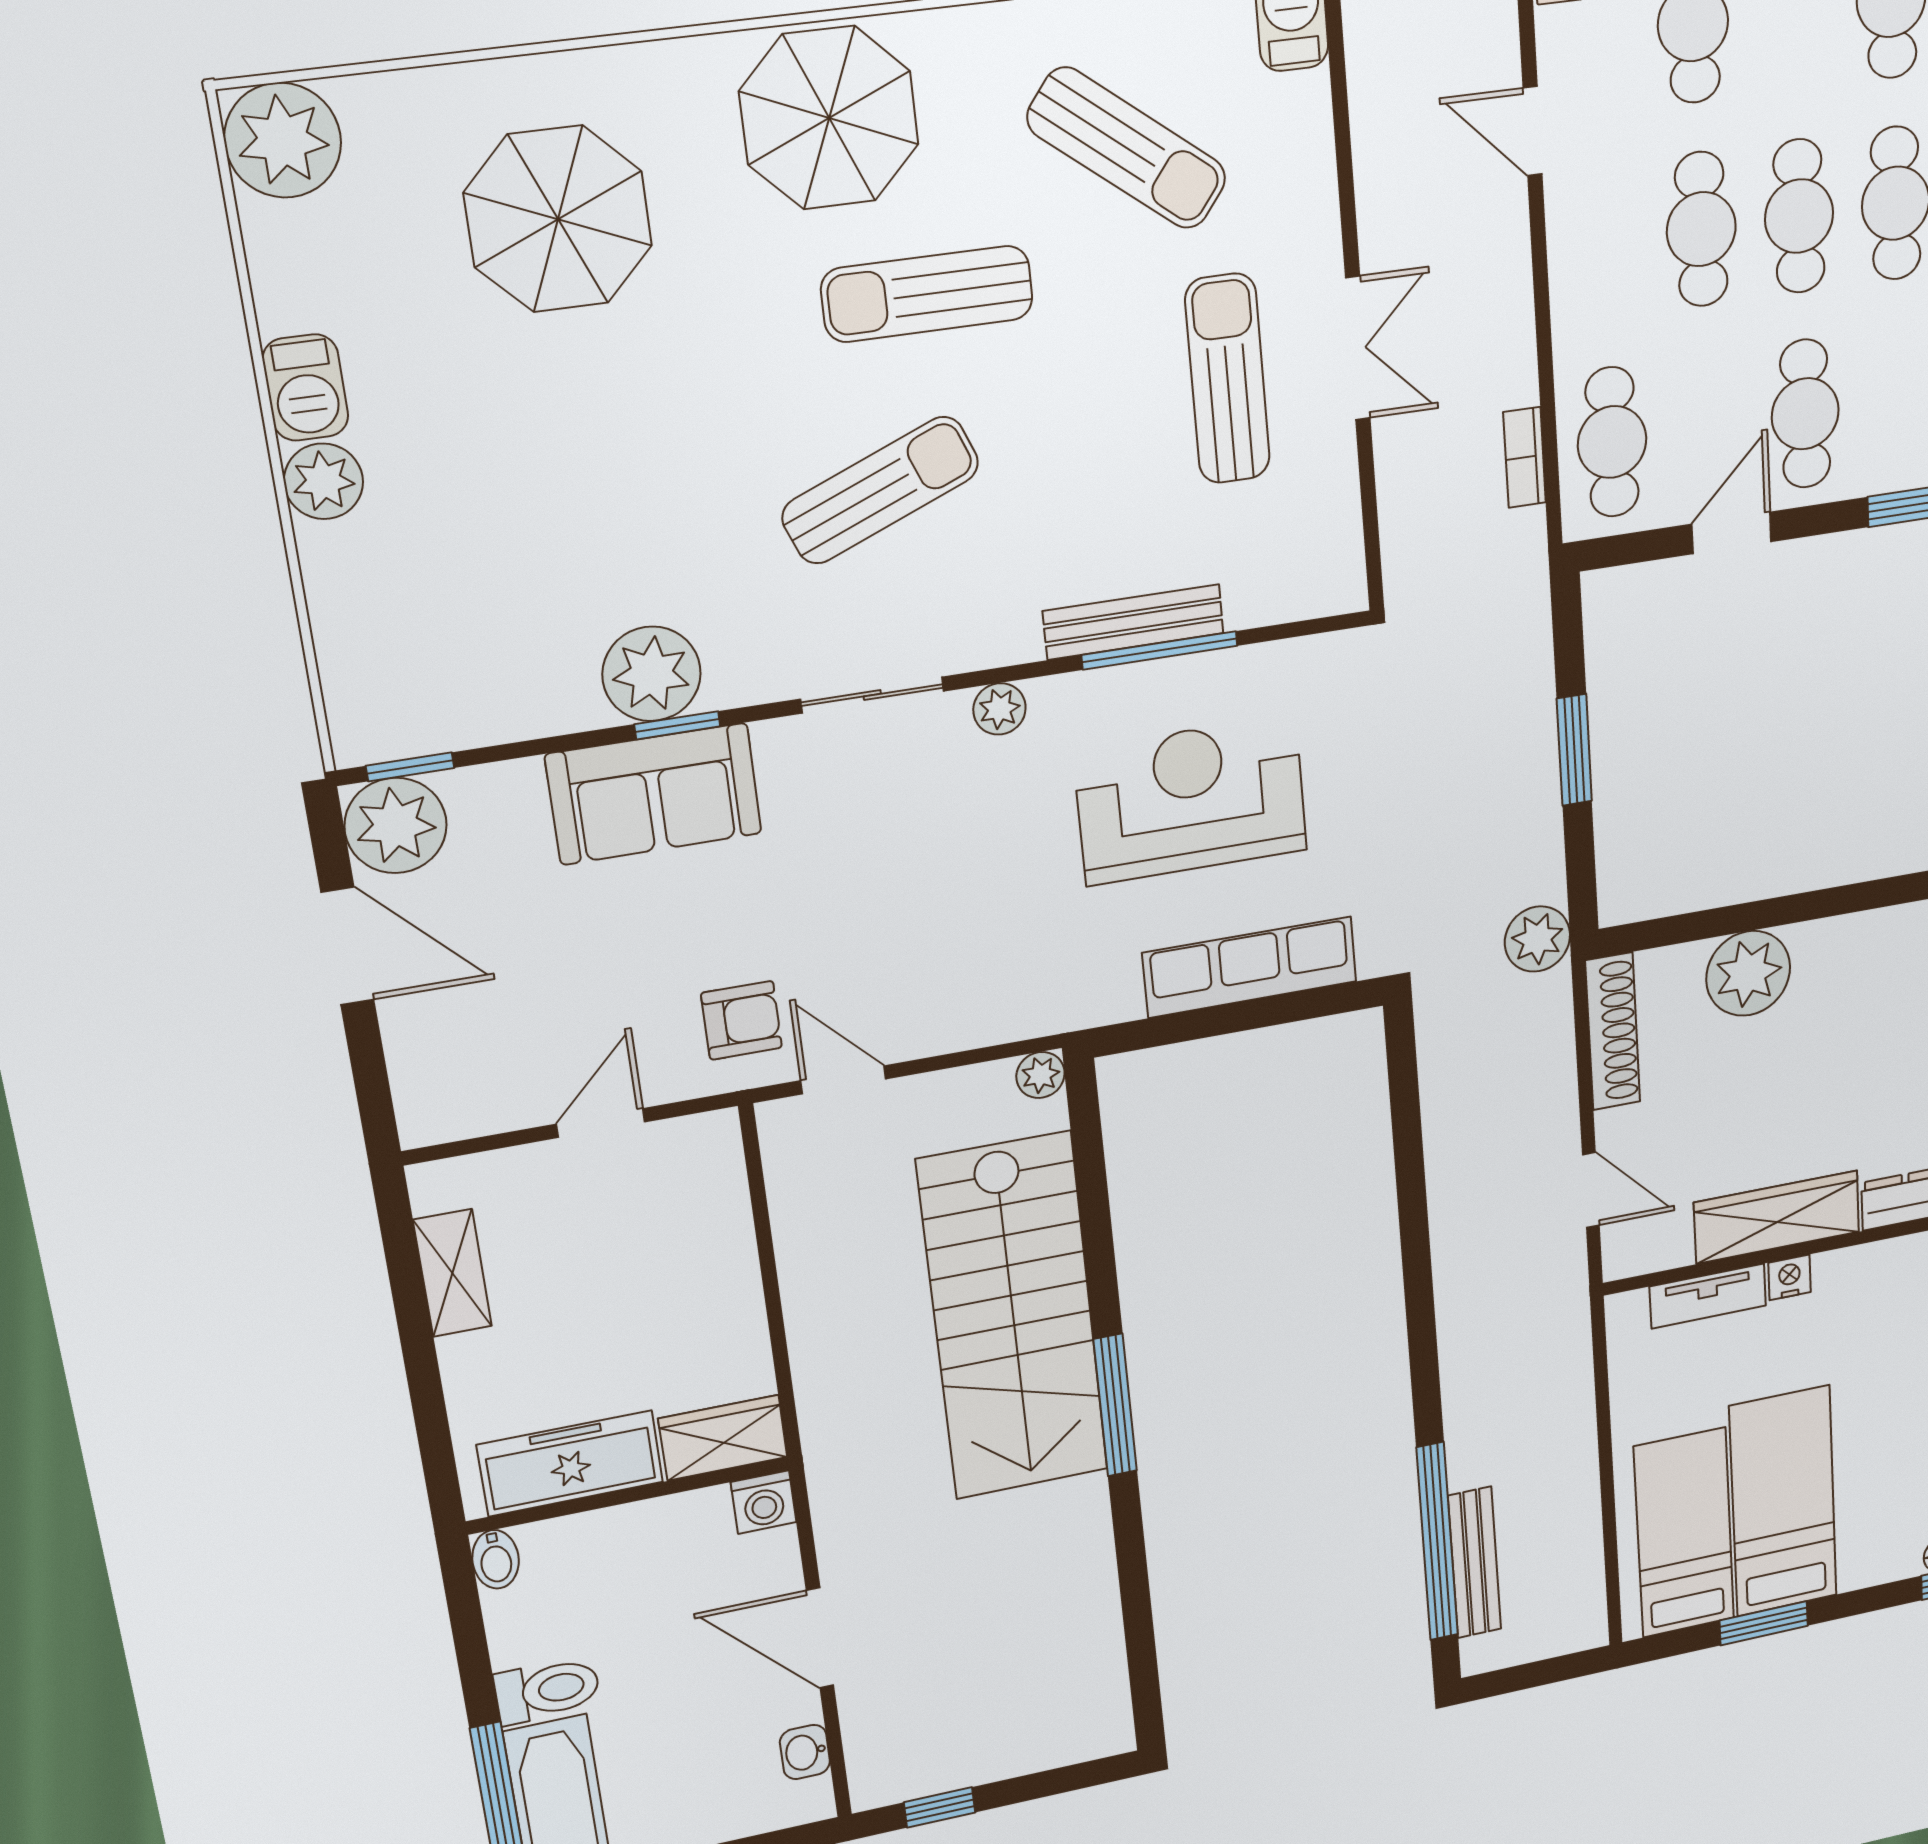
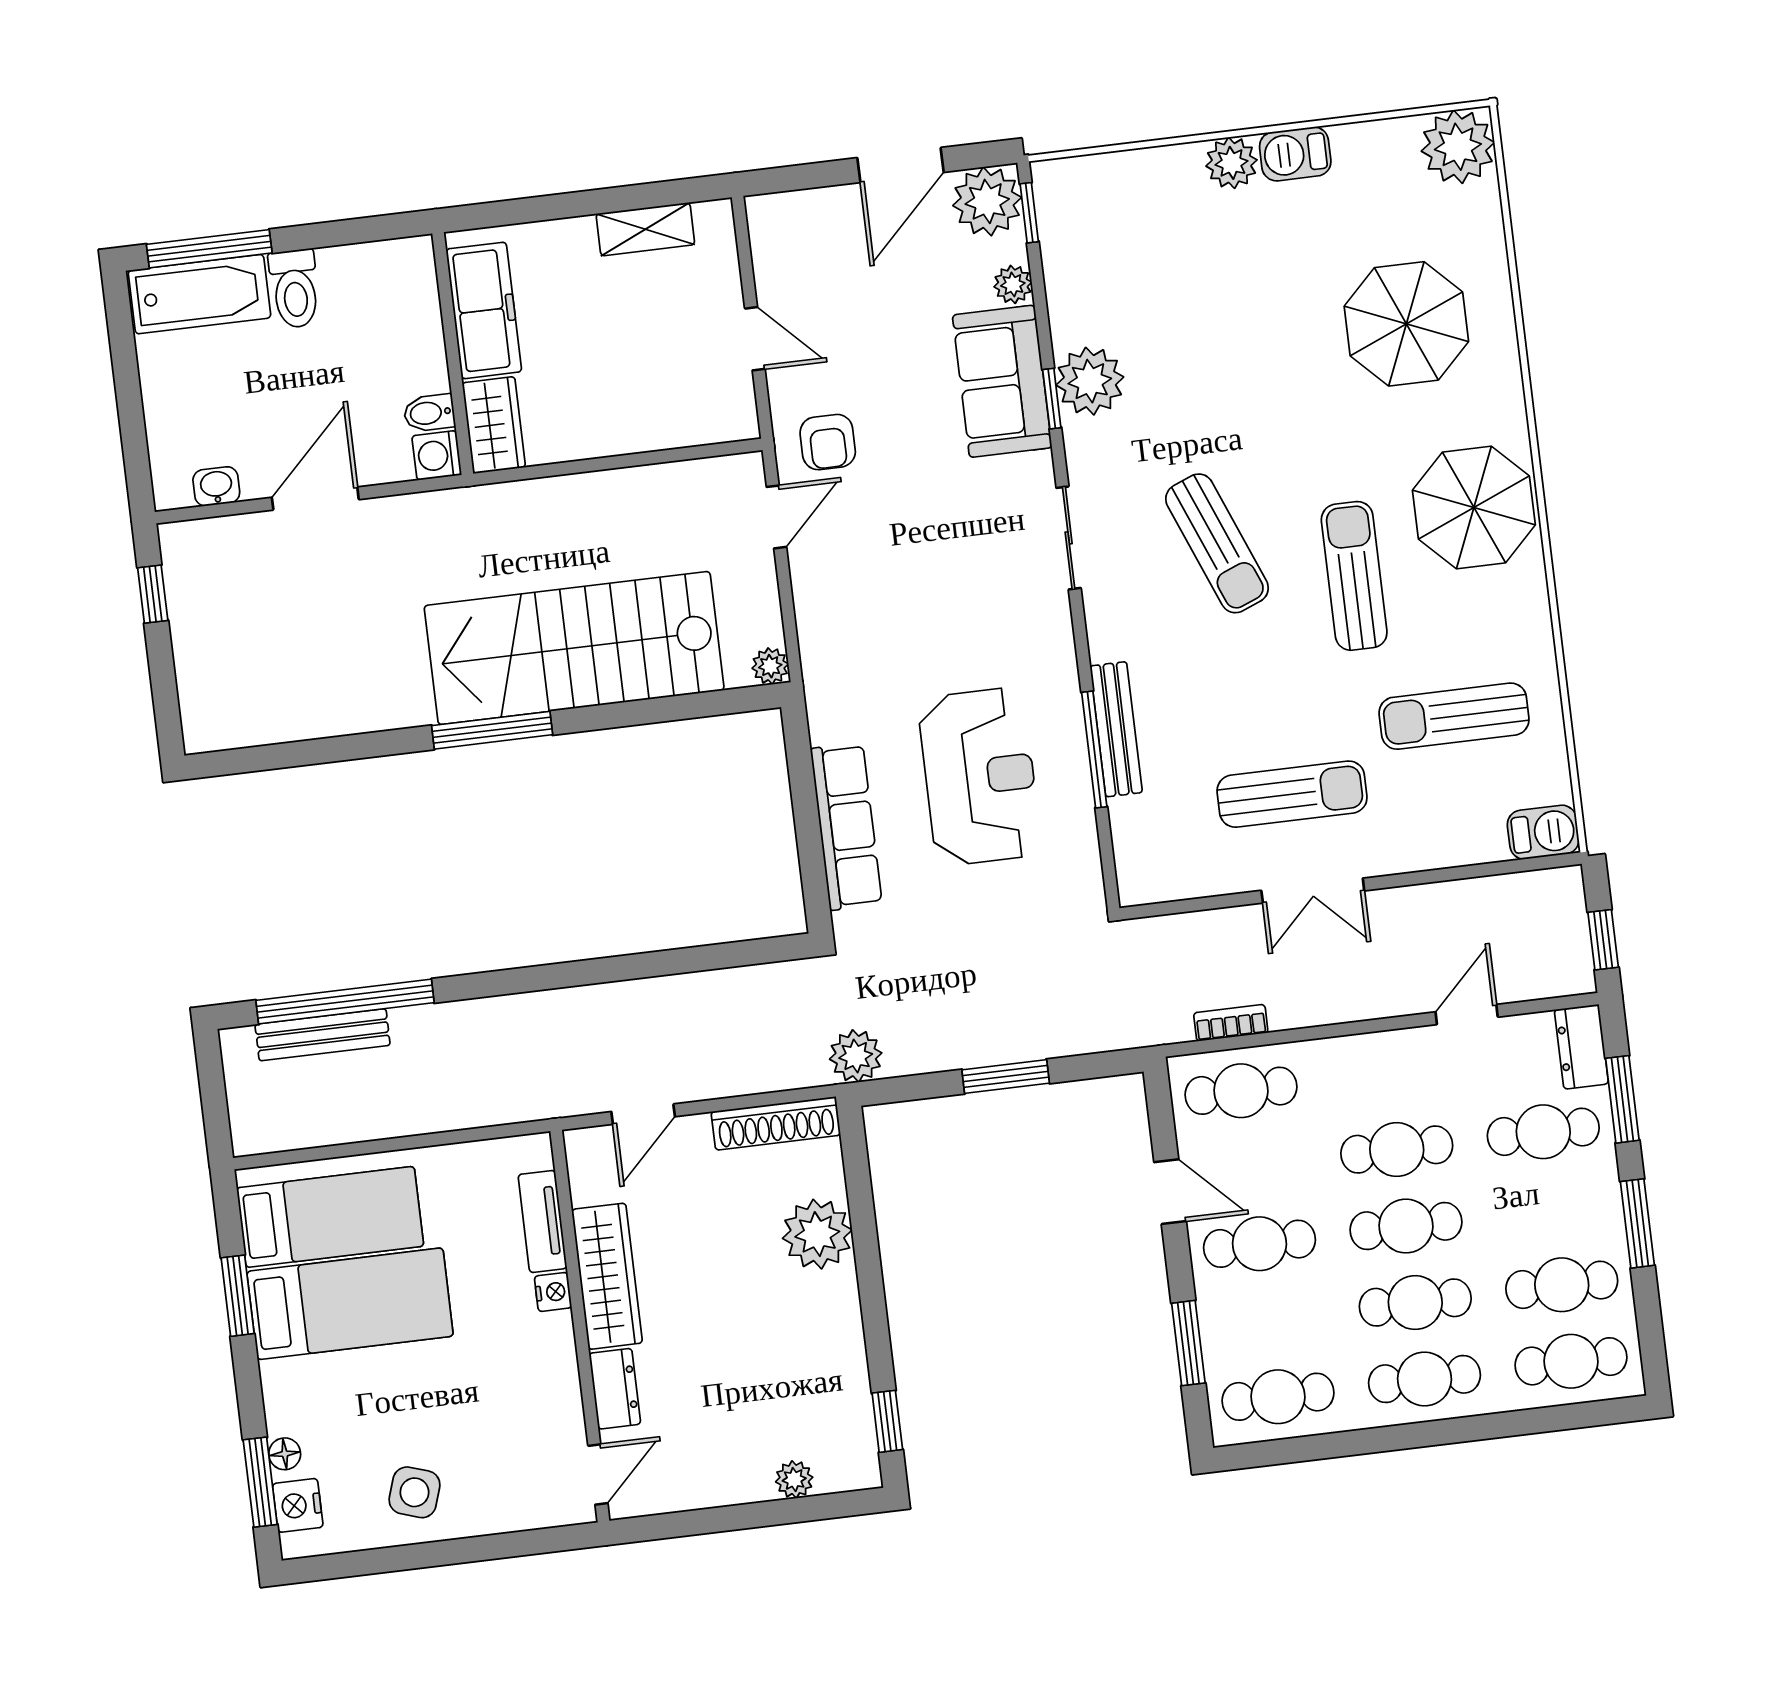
sun lounger: (1127, 148) -> (1454, 716), turned 52
plant: (999, 709) -> (1013, 284), moved
bidet: (496, 1559) -> (429, 413), moved

